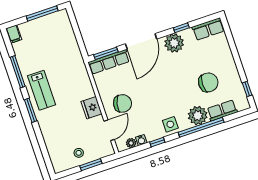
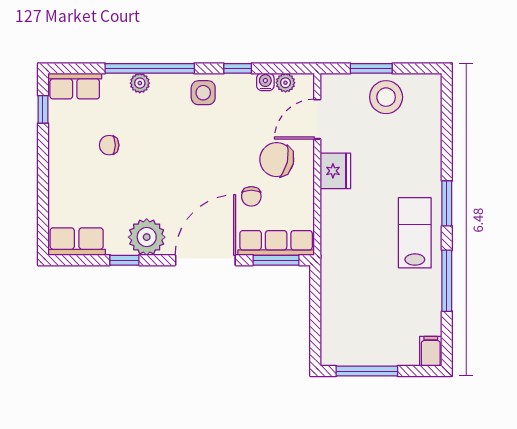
chair: (129, 81) -> (251, 196), added
chair: (208, 82) -> (109, 145), width x0.54, depth x0.54
row of seats: (222, 110) -> (75, 86), moved
plant: (198, 116) -> (140, 83), width x0.53, depth x0.53
stool: (79, 153) -> (386, 97), width x1.89, depth x1.89

